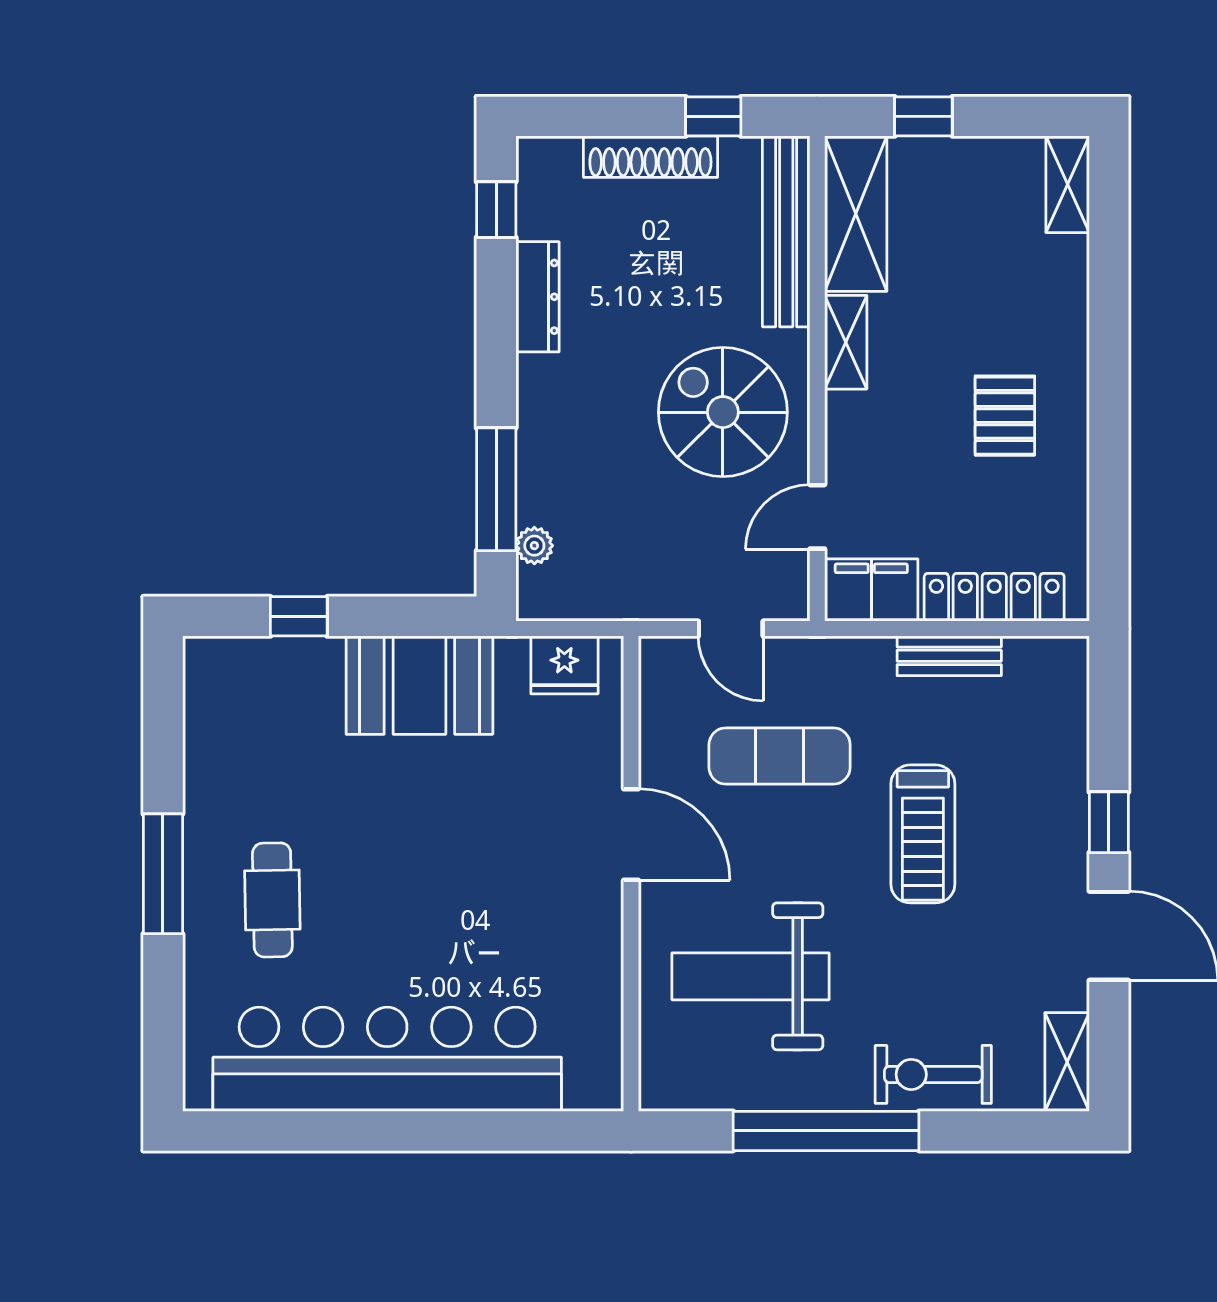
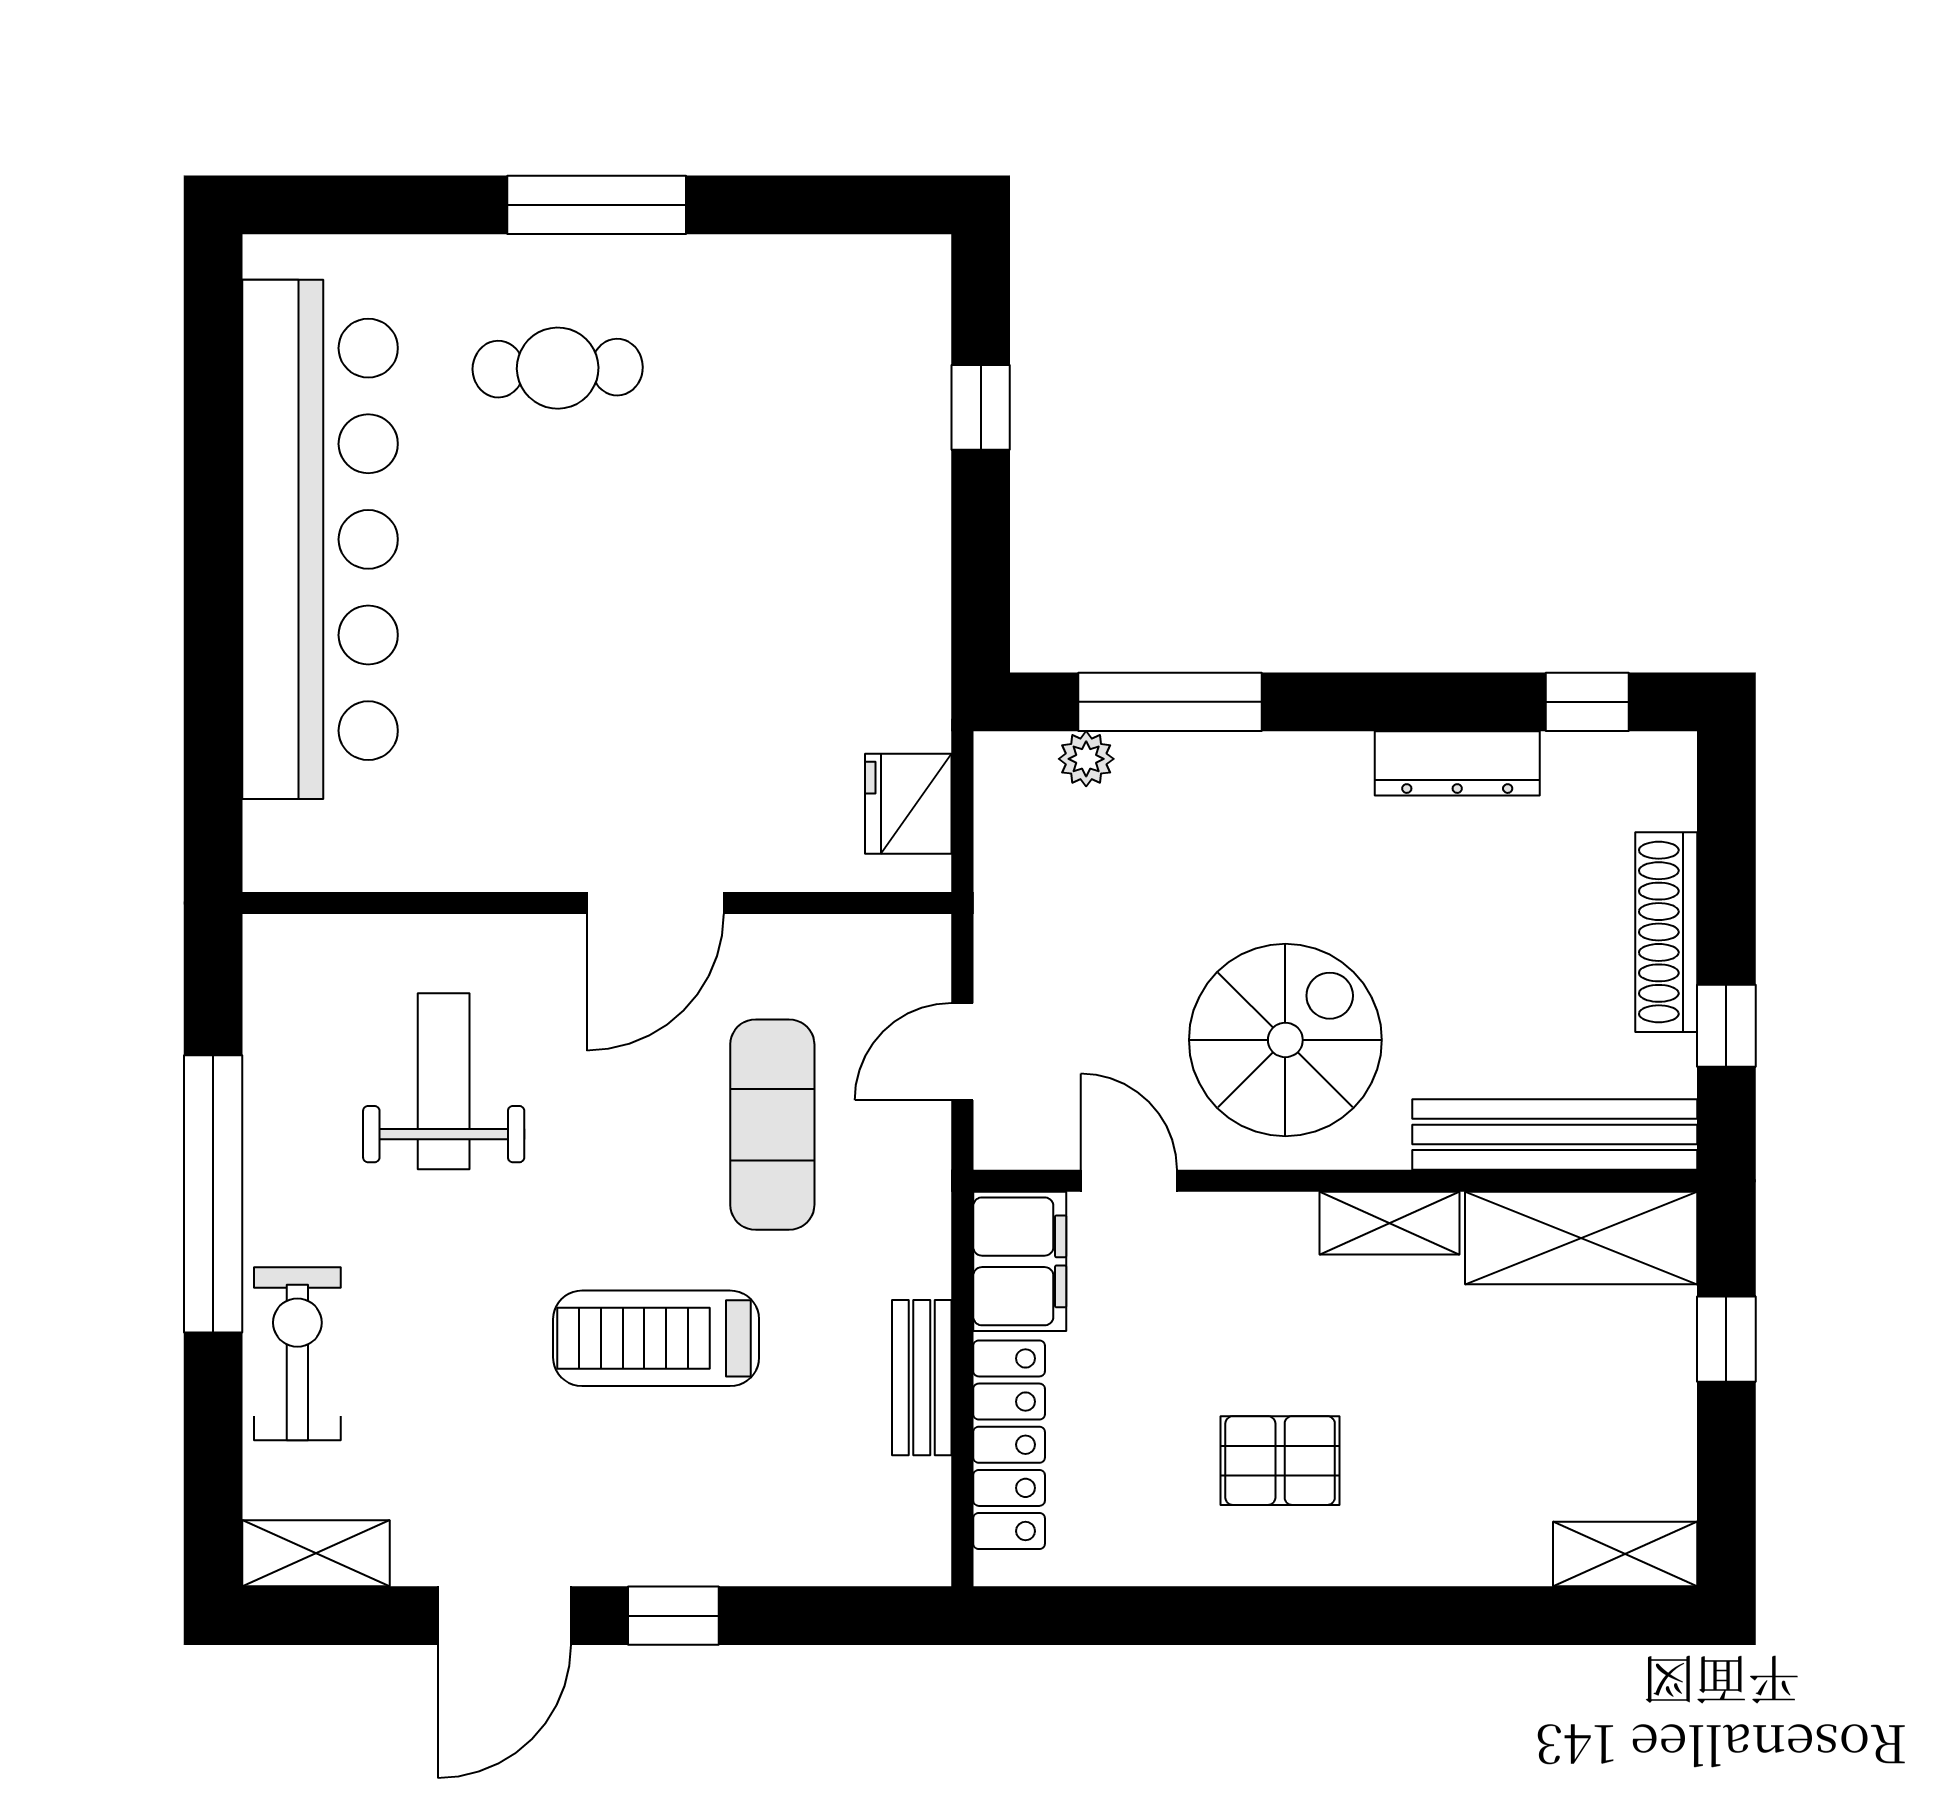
booth: (419, 685) -> (878, 587), removed
weight bench: (751, 976) -> (444, 1081), width x0.73, depth x0.75

